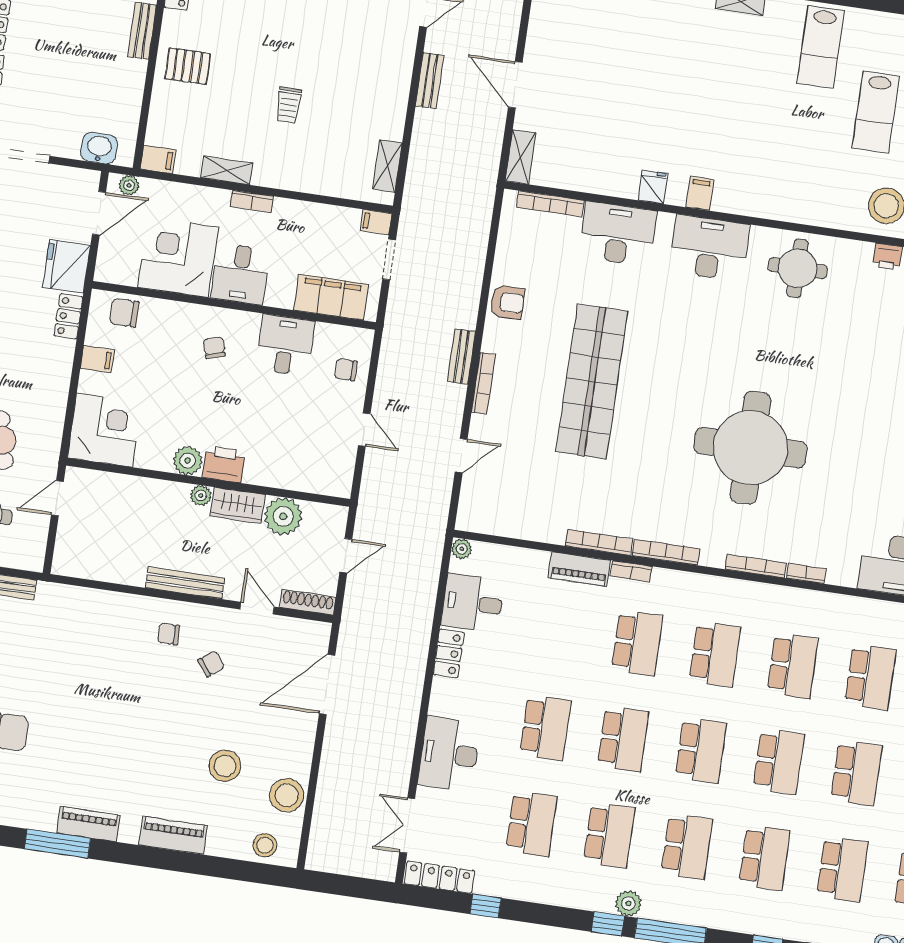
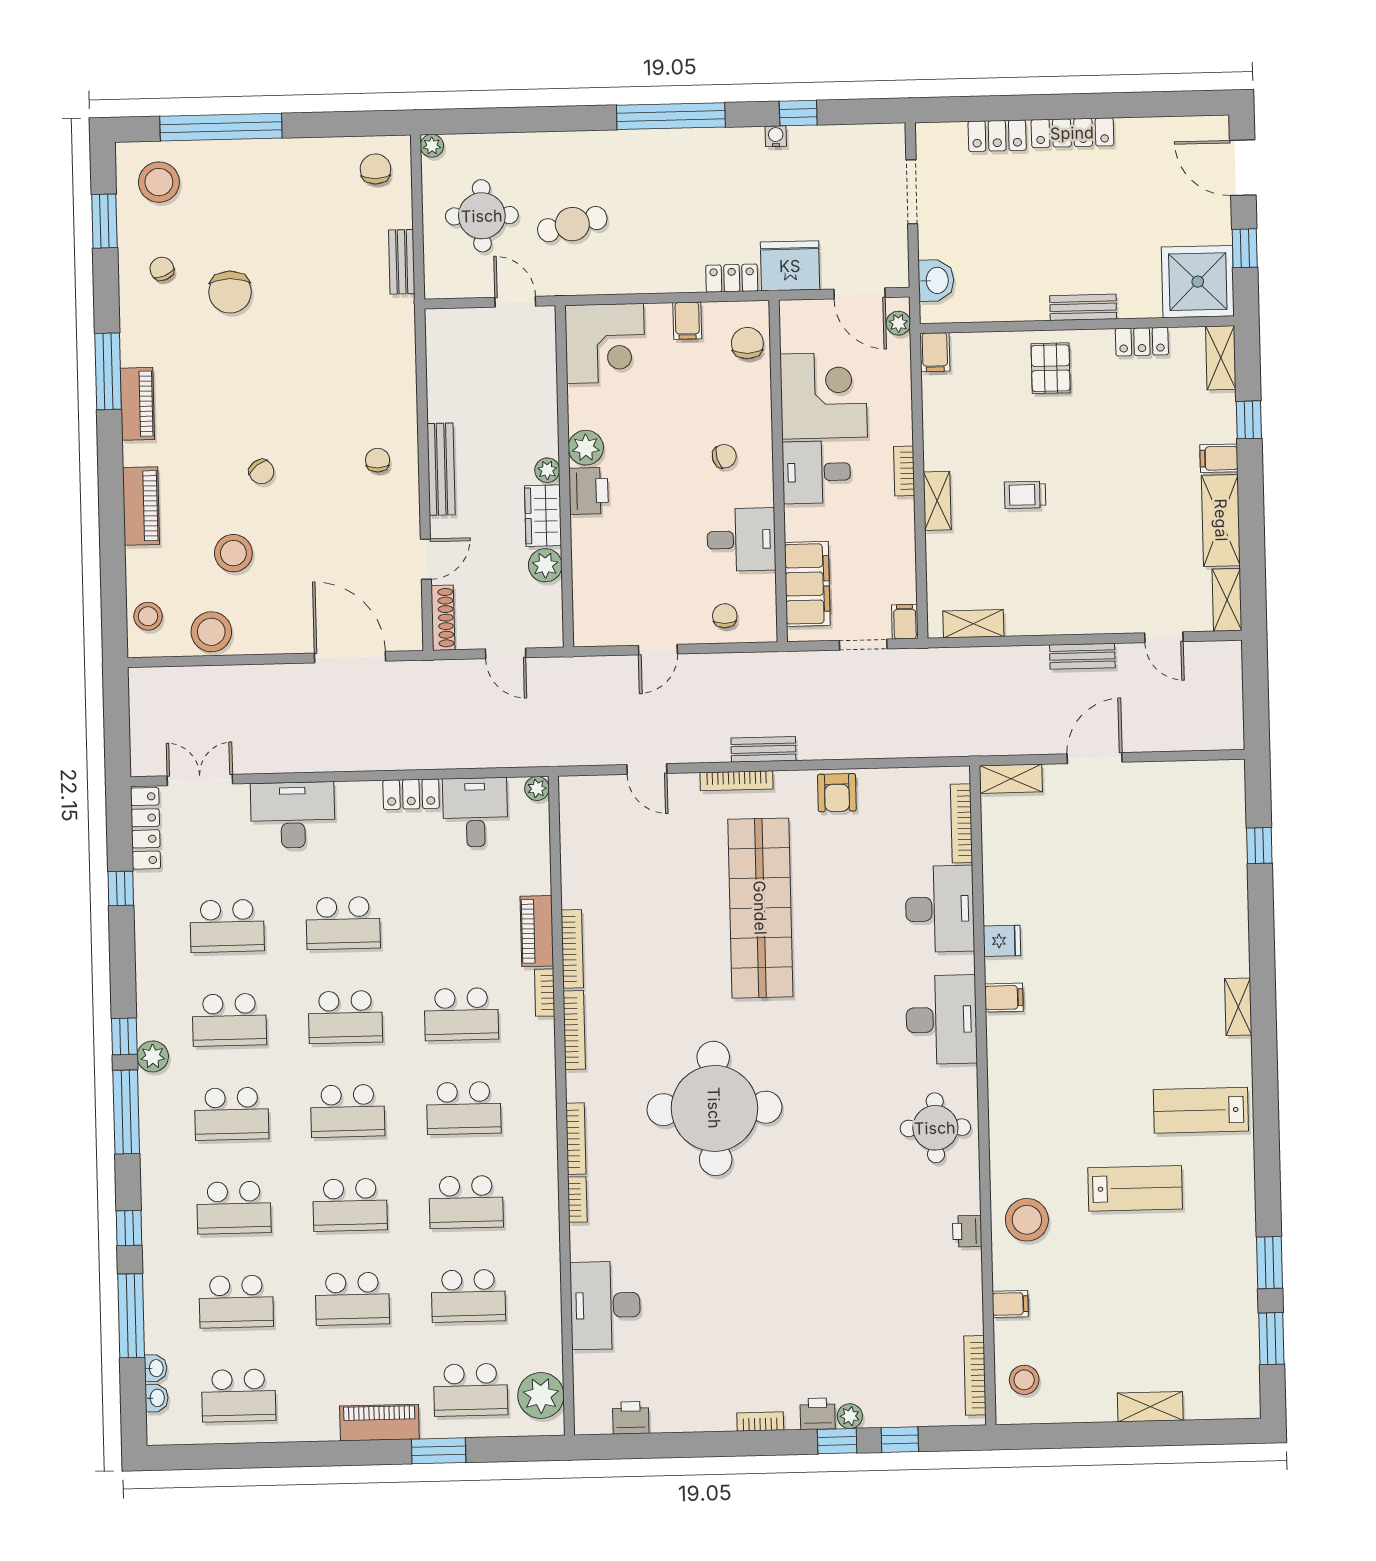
lab bench: (876, 112) -> (1135, 1188), turned 180
shelving: (227, 170) -> (937, 501), moved
shop shelf: (592, 382) -> (760, 908), turned 90
plant: (283, 516) -> (545, 565), width x0.73, depth x0.73
chair: (211, 664) -> (261, 472), moved

